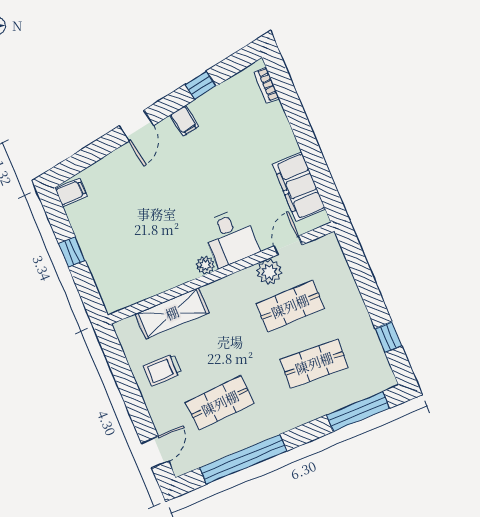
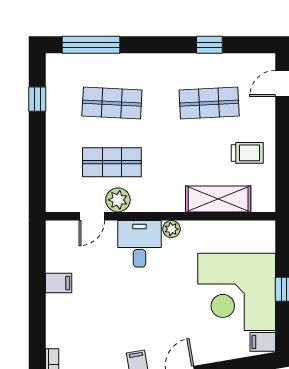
filing cabinet: (299, 187) -> (59, 283), width x0.33, depth x0.86
corner desk: (117, 230) -> (237, 292), added
window: (243, 459) -> (209, 45), width x0.32

